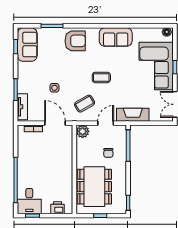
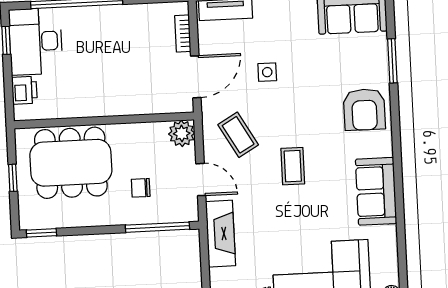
desk: (29, 201) -> (36, 41), width x1.37

